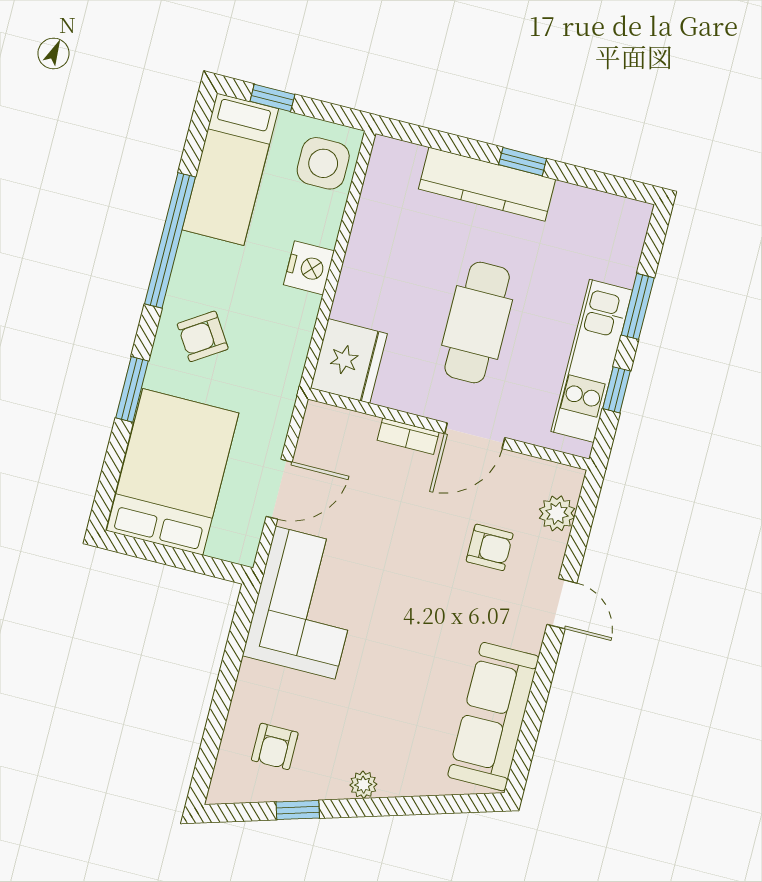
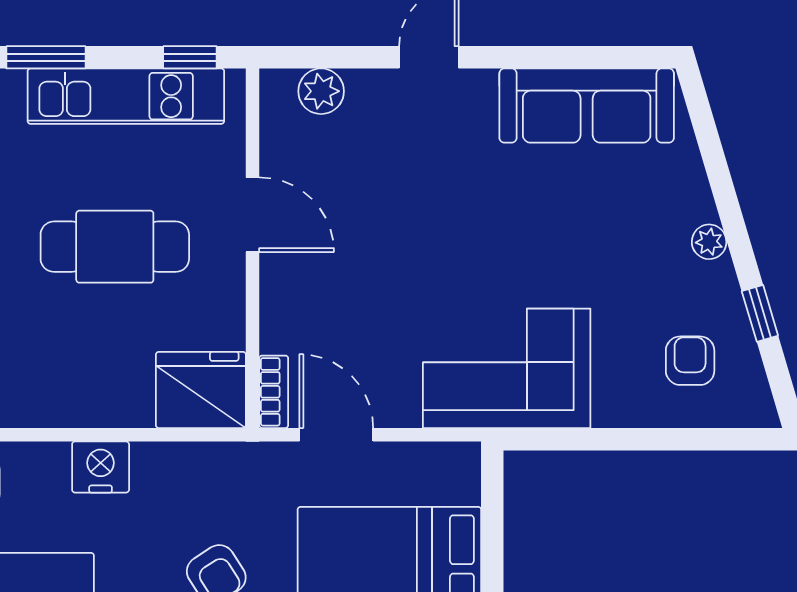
window: (616, 390) -> (190, 57), moved
bookcase: (408, 436) -> (274, 392), moved
door: (279, 489) -> (336, 435), moved
armchair: (490, 547) -> (383, 162), removed
armchair: (275, 746) -> (690, 361), turned -90

